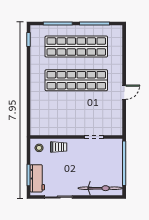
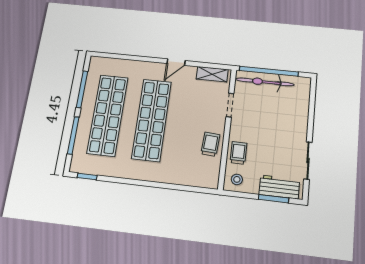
door: (124, 92) -> (176, 62), swing flipped
shelving: (117, 121) -> (212, 74), added
trolley: (63, 126) -> (210, 144), added
bicycle: (100, 188) -> (265, 82), moved, turned -90

